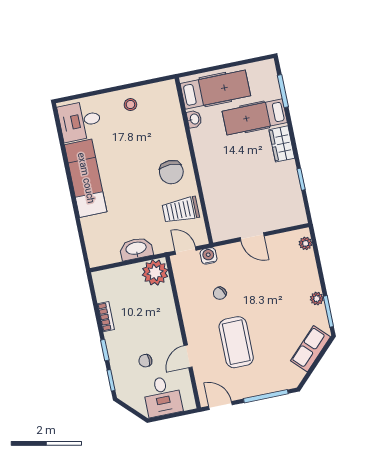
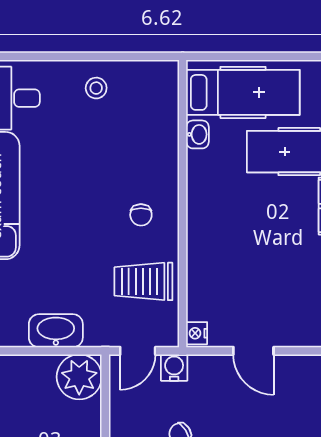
chair: (171, 172) -> (141, 215), width x0.54, depth x0.54
nightstand: (217, 233) -> (197, 333), added
door: (186, 251) -> (138, 351), swing flipped

